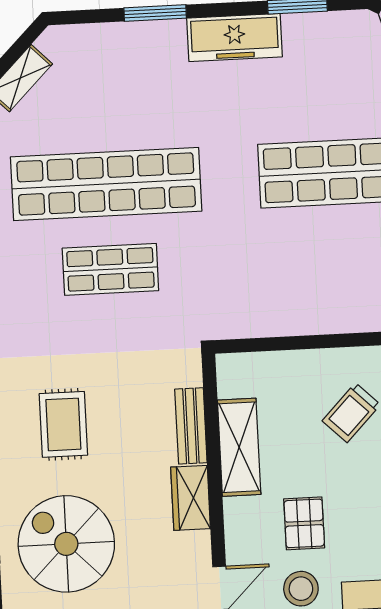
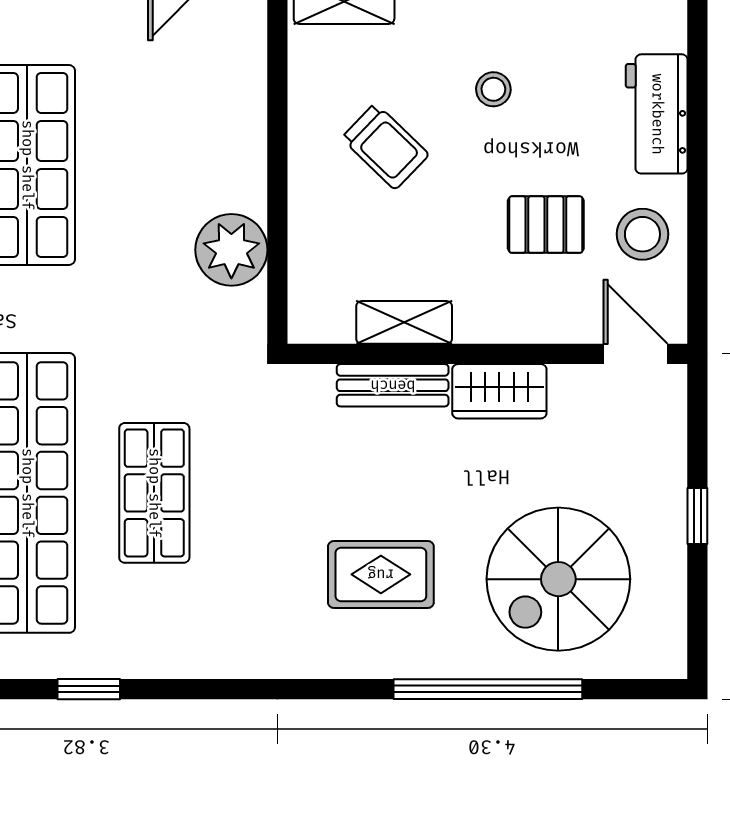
plant: (276, 313) -> (231, 250), added
shelving: (239, 447) -> (404, 322), width x0.67, depth x0.75

